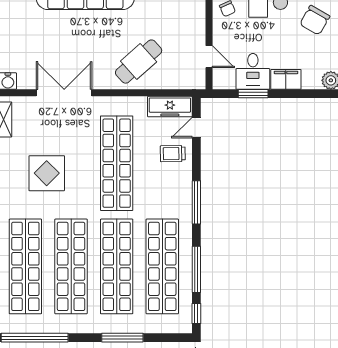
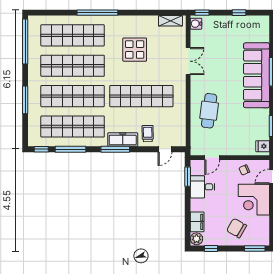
cafe table: (139, 62) -> (209, 111), turned 49
filing cabinet: (286, 79) -> (197, 222), moved
double door: (64, 93) -> (188, 61), width x0.73
window: (253, 94) -> (188, 177), moved
freezer: (170, 107) -> (123, 140), moved, turned 90
door: (196, 128) -> (165, 149), swing flipped

